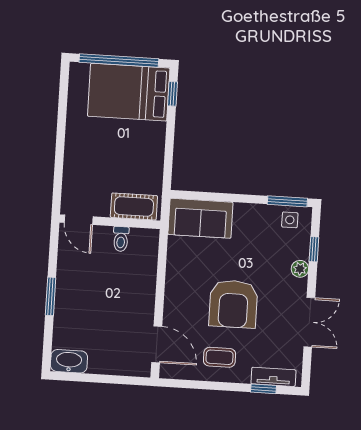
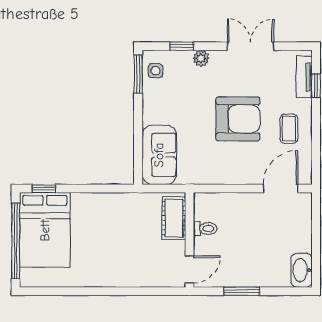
cot: (134, 207) -> (174, 218), moved
door: (79, 220) -> (190, 269), moved
wall: (110, 222) -> (190, 240), moved
toilet: (121, 239) -> (205, 229), moved

